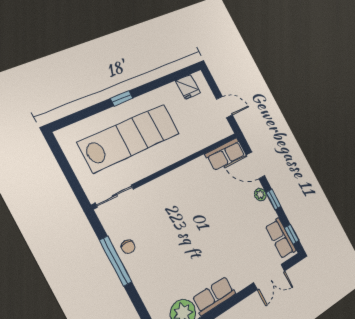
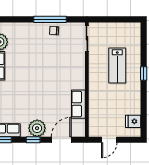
lab bench: (130, 138) -> (117, 66), width x0.54, depth x0.72
row of seats: (225, 154) -> (78, 104), moved
plant: (260, 194) -> (37, 128), width x1.87, depth x1.87

